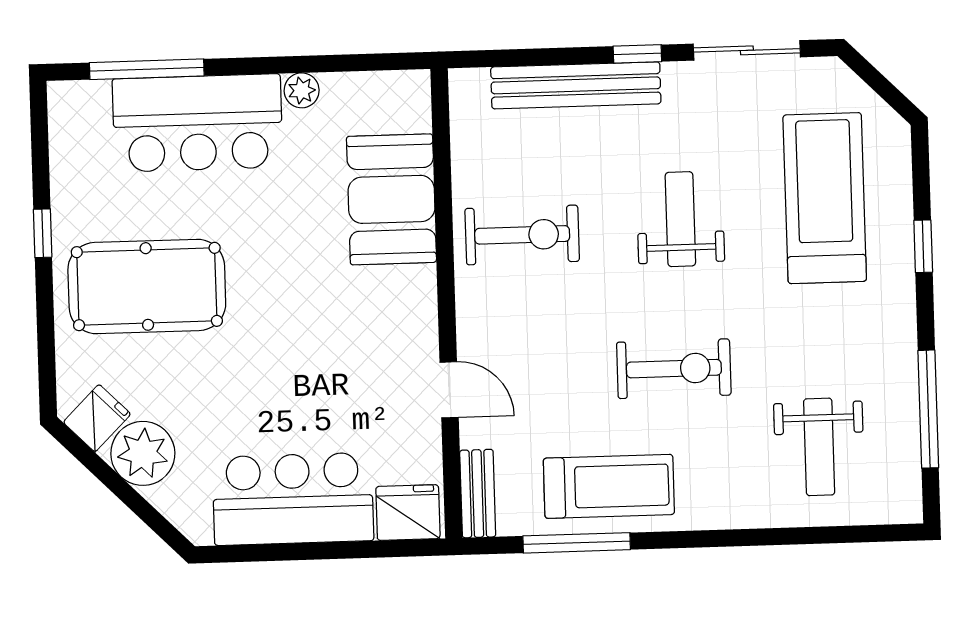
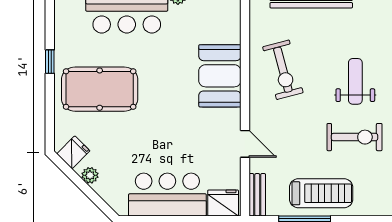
booth: (391, 199) -> (220, 76), moved
weight bench: (680, 219) -> (355, 81), moved
exercise bike: (522, 235) -> (283, 70), turned 75
plant: (143, 453) -> (90, 175), width x0.53, depth x0.53

